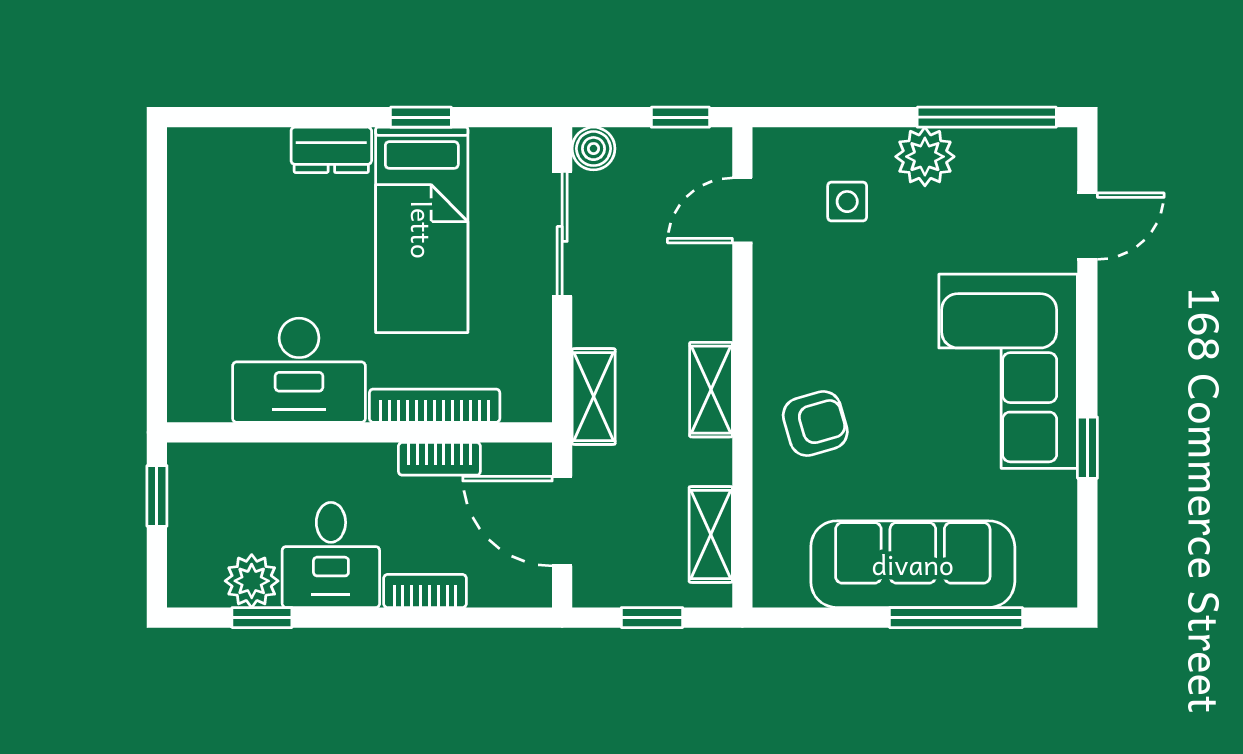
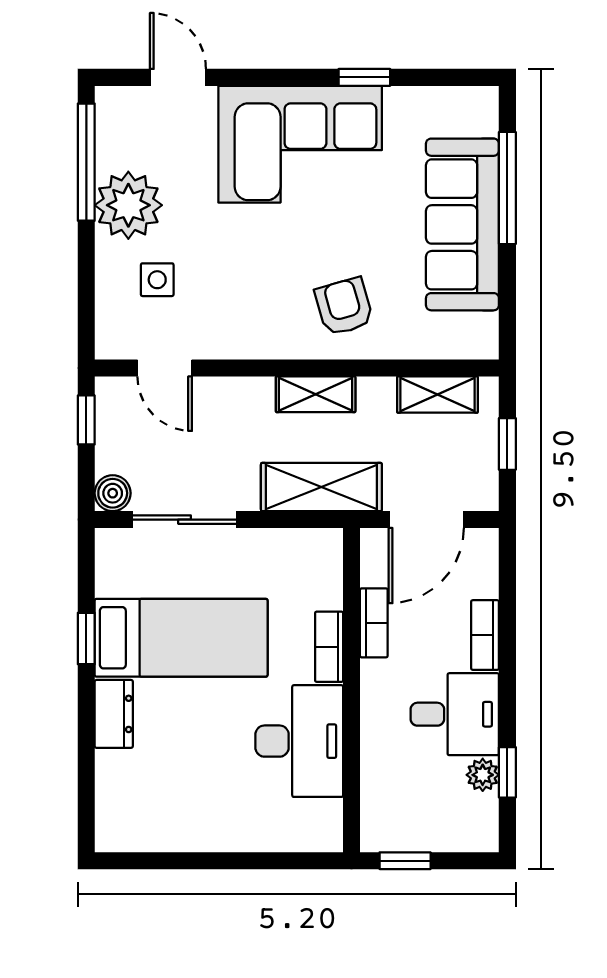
plant: (925, 157) -> (128, 205), width x1.36, depth x1.36
shelving: (594, 397) -> (321, 487), width x1.50, depth x1.33
bookcase: (435, 406) -> (329, 647), width x0.64
plant: (252, 581) -> (483, 775), width x0.73, depth x0.73

